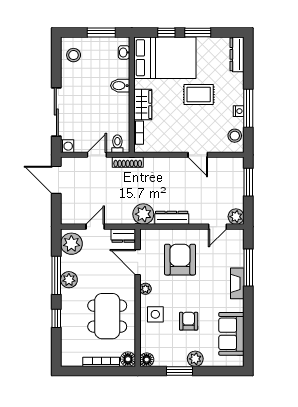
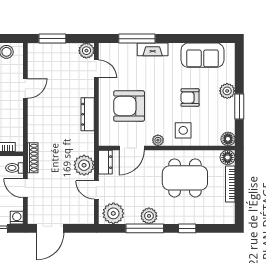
plant: (143, 214) -> (84, 165), moved

